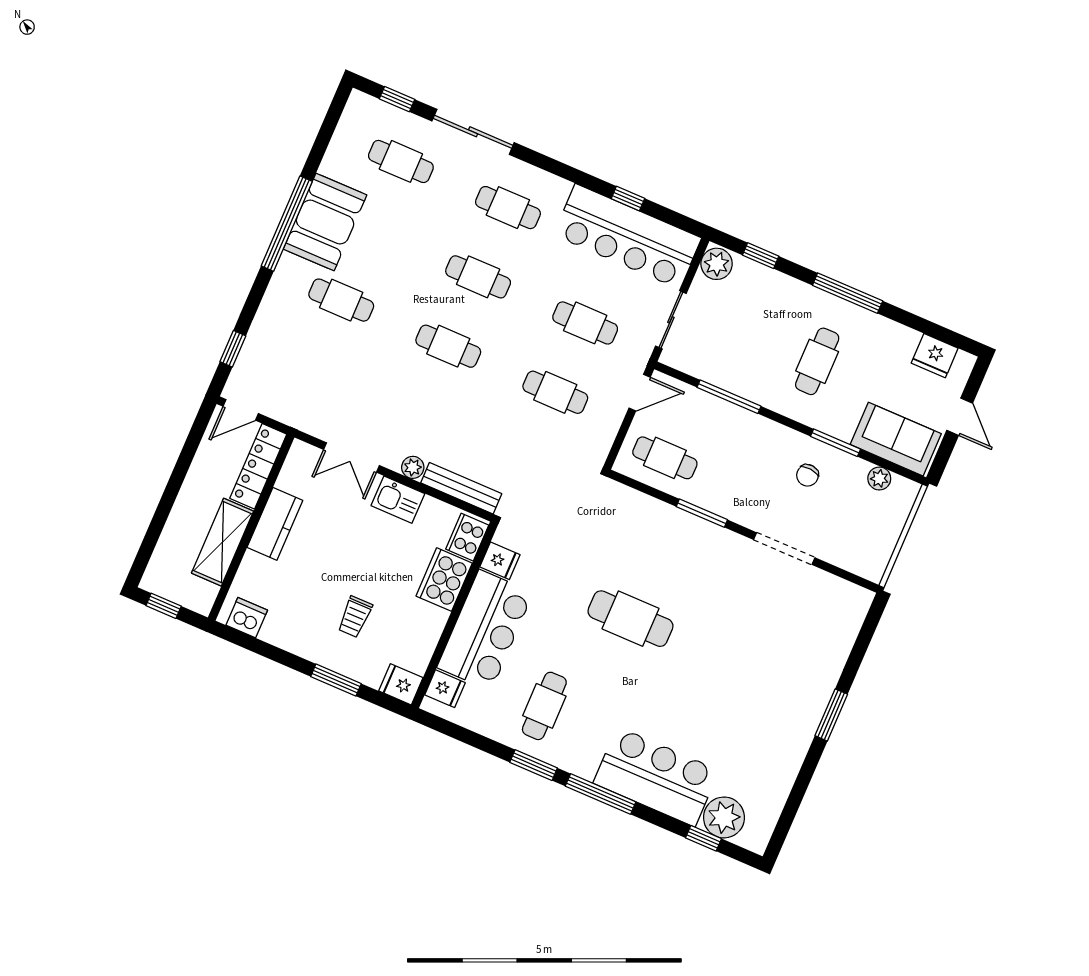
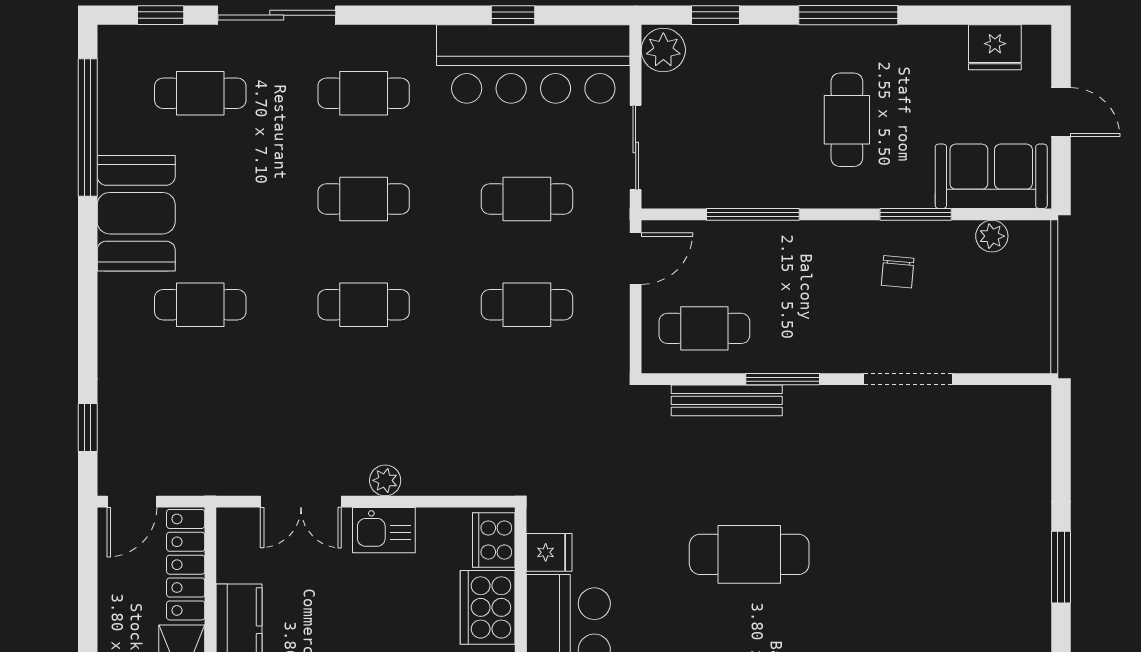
window: (287, 224) -> (88, 128), moved
bench: (461, 488) -> (727, 400), moved

